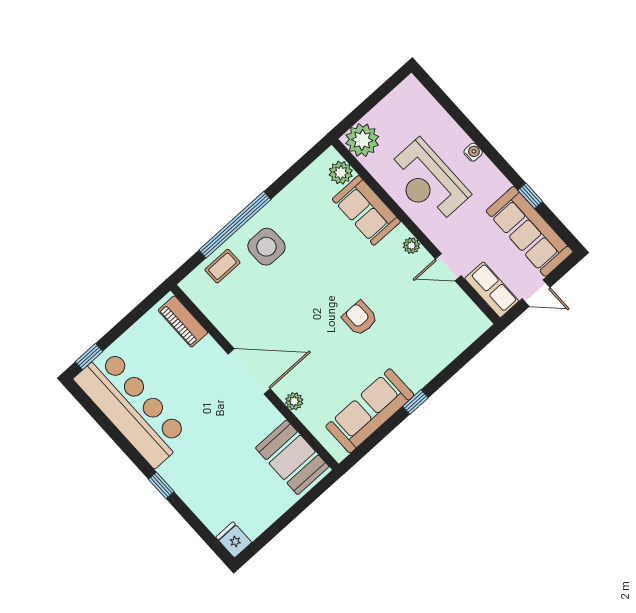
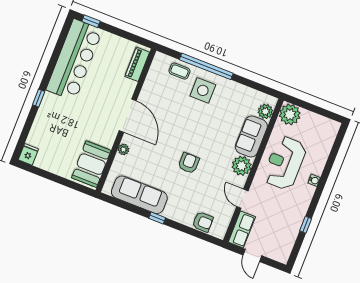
sofa: (529, 231) -> (285, 234), removed
plant: (411, 246) -> (242, 166), width x1.87, depth x1.87
armchair: (453, 340) -> (203, 222), added

